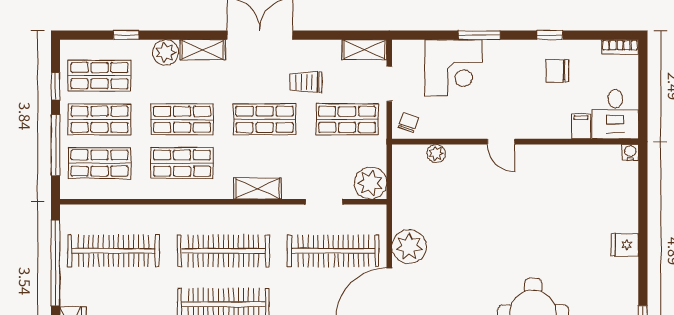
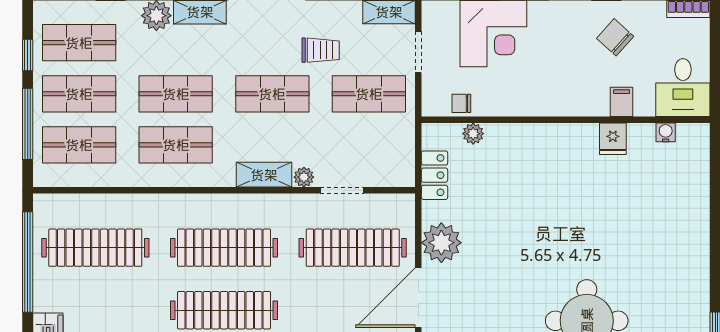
chair: (557, 71) -> (615, 37), turned 42
trolley: (306, 82) -> (321, 50), turned 180
chair: (408, 123) -> (461, 103), moved, turned -110
filing cabinet: (581, 126) -> (622, 102), moved
door: (501, 142) -> (549, 120), removed
water cooler: (630, 152) -> (666, 132), moved
plant: (370, 183) -> (304, 177), moved, width x0.53, depth x0.53
locker: (403, 189) -> (434, 175), added
fridge: (625, 245) -> (613, 139), moved, turned -90

